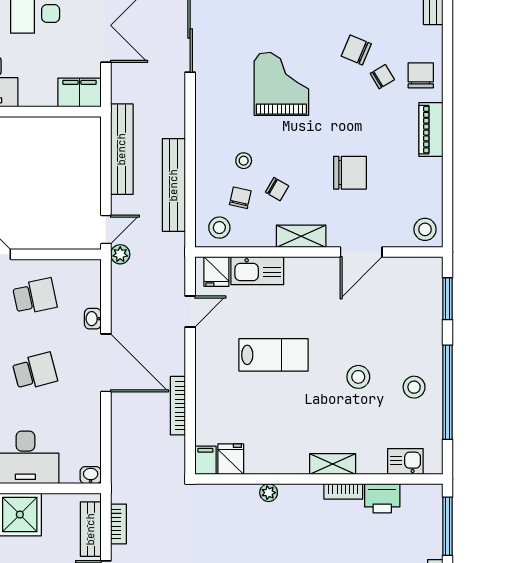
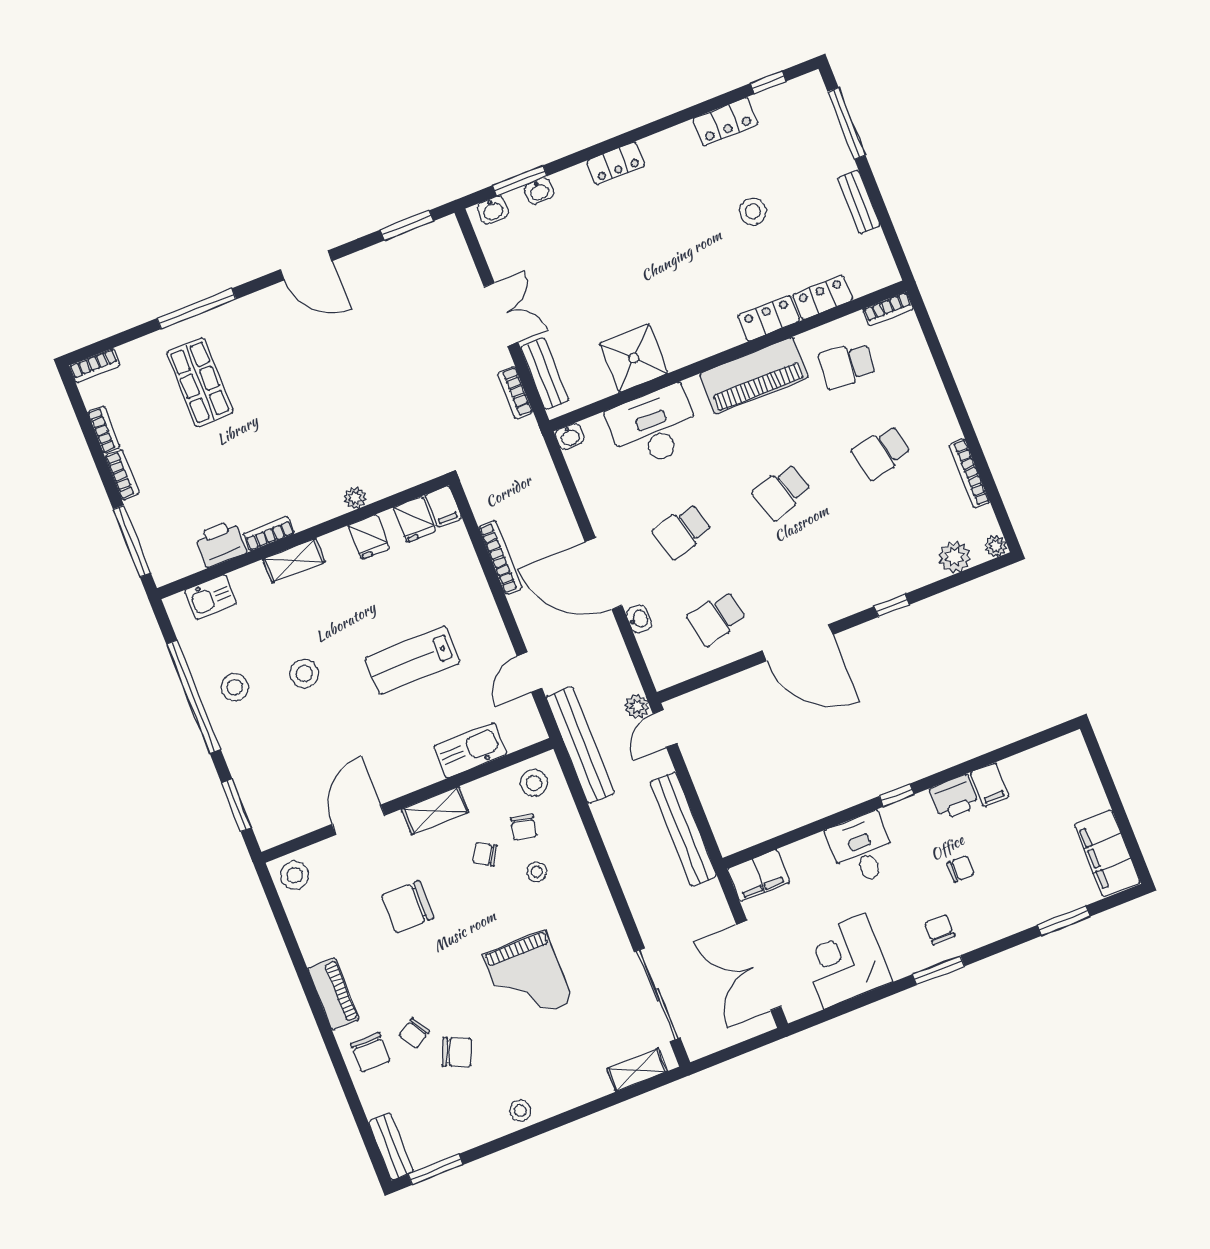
bench: (174, 185) -> (580, 745), moved
fridge: (216, 272) -> (369, 537), moved, turned 180

